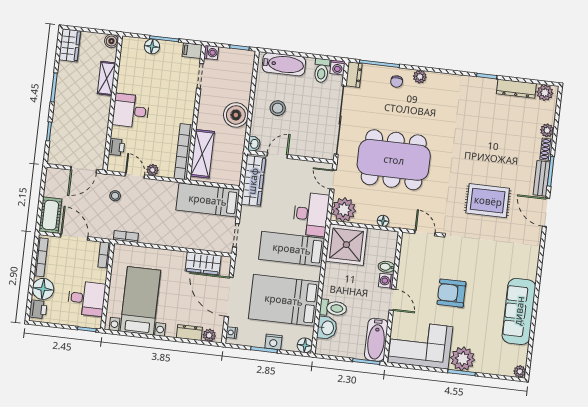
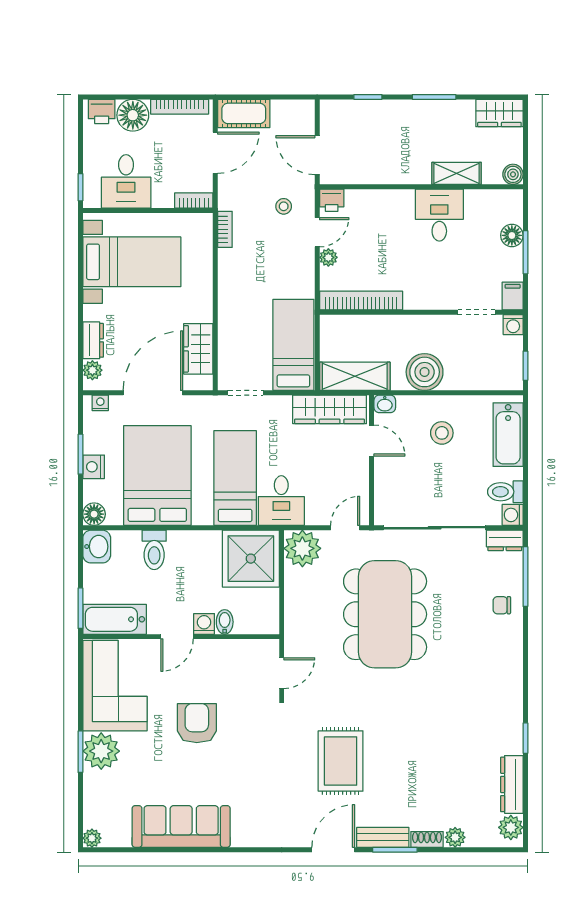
plant: (420, 77) -> (513, 639), removed
desk: (131, 111) -> (439, 215), moved
printer: (117, 147) -> (332, 200), moved
shelving: (202, 154) -> (355, 376), moved
desk: (311, 214) -> (281, 501), width x0.73
floor lamp: (383, 221) -> (292, 609), removed
washbasin: (327, 328) -> (97, 547), moved, turned -90

